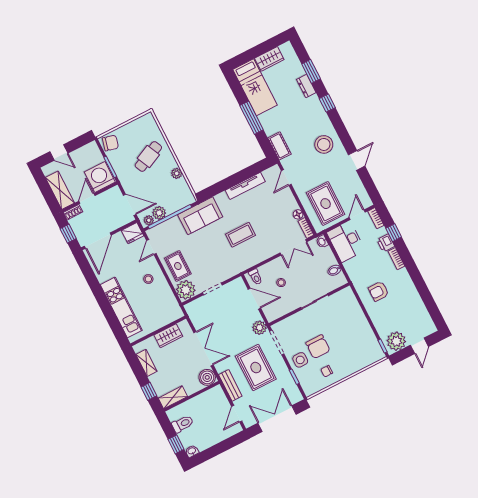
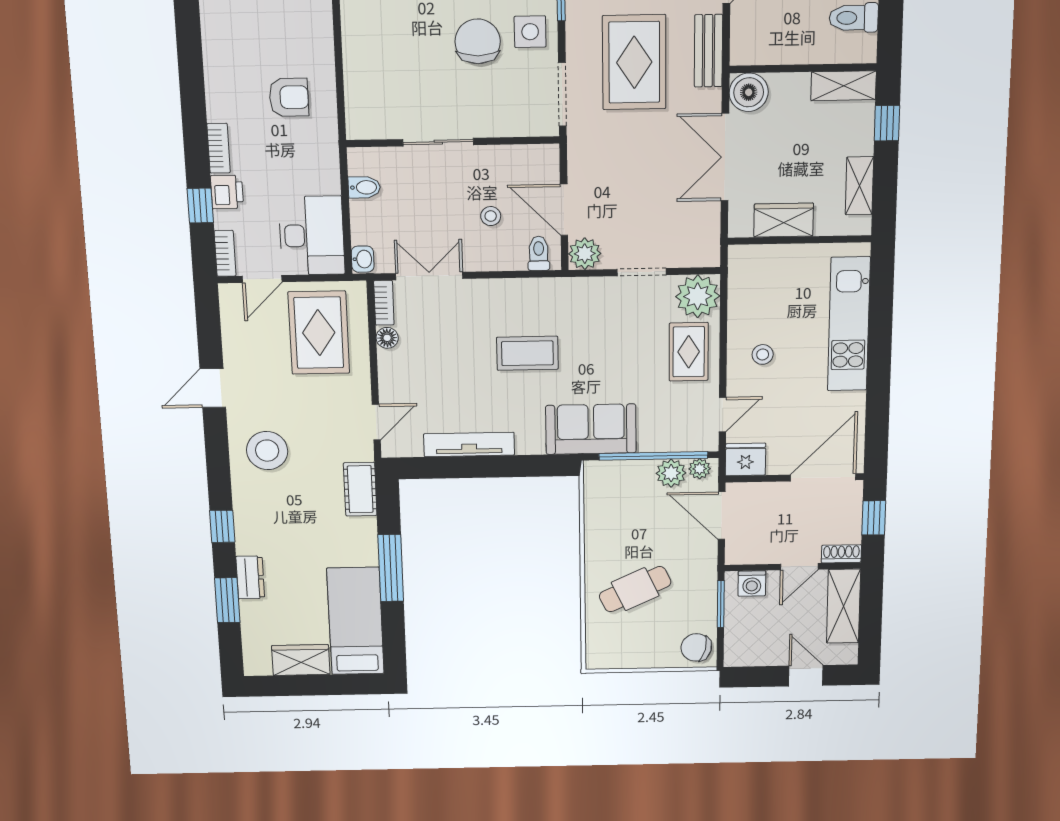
plant: (177, 173) -> (596, 532), removed
washing machine: (100, 177) -> (752, 583), width x0.53, depth x0.53
plant: (260, 328) -> (585, 254), moved

